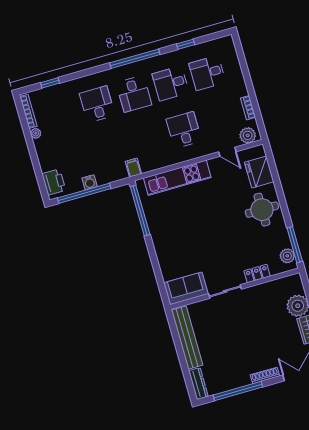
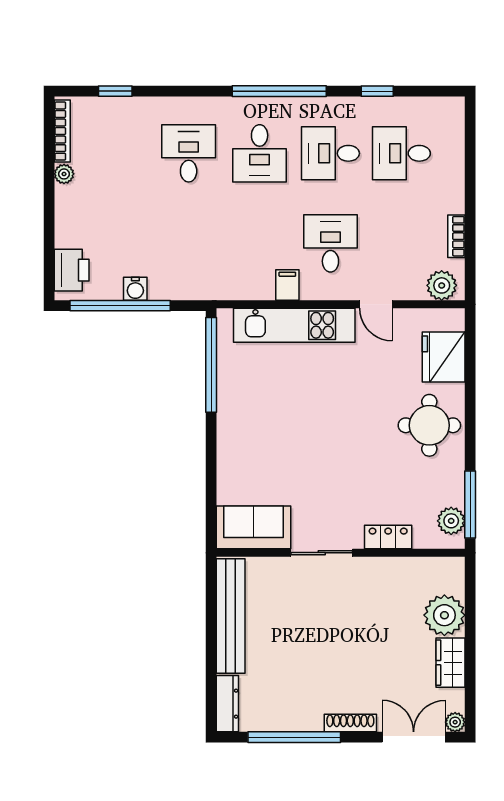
door: (227, 152) -> (376, 304), moved
filing cabinet: (133, 168) -> (287, 285), moved

